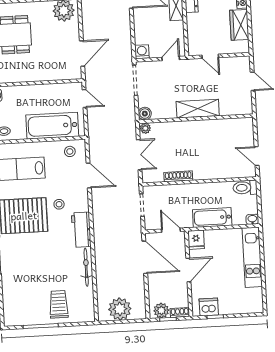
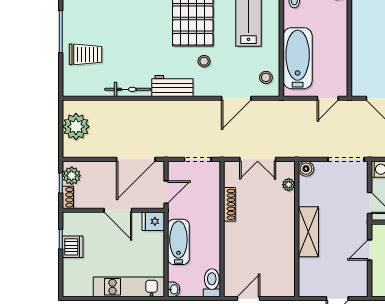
plant: (145, 128) -> (289, 185), moved
dishwasher: (209, 307) -> (73, 247), moved

